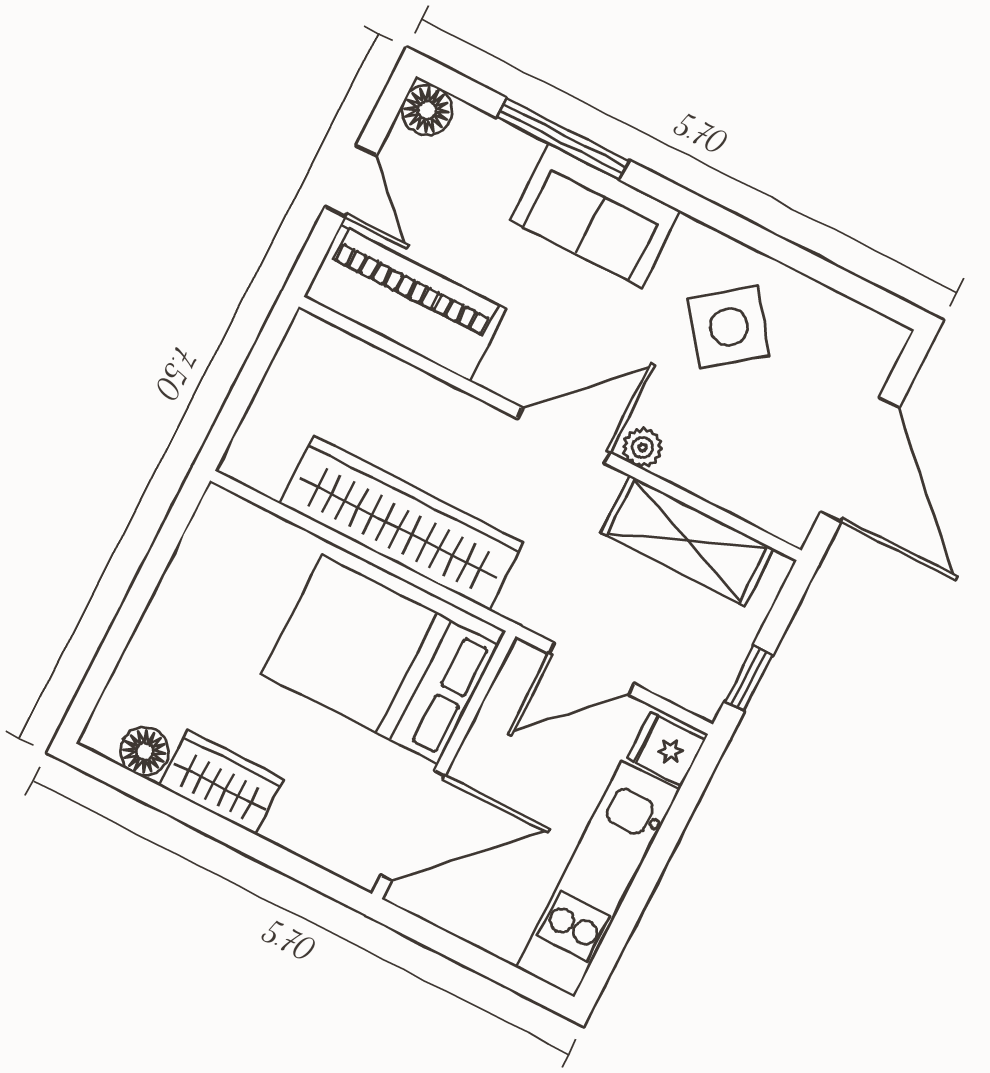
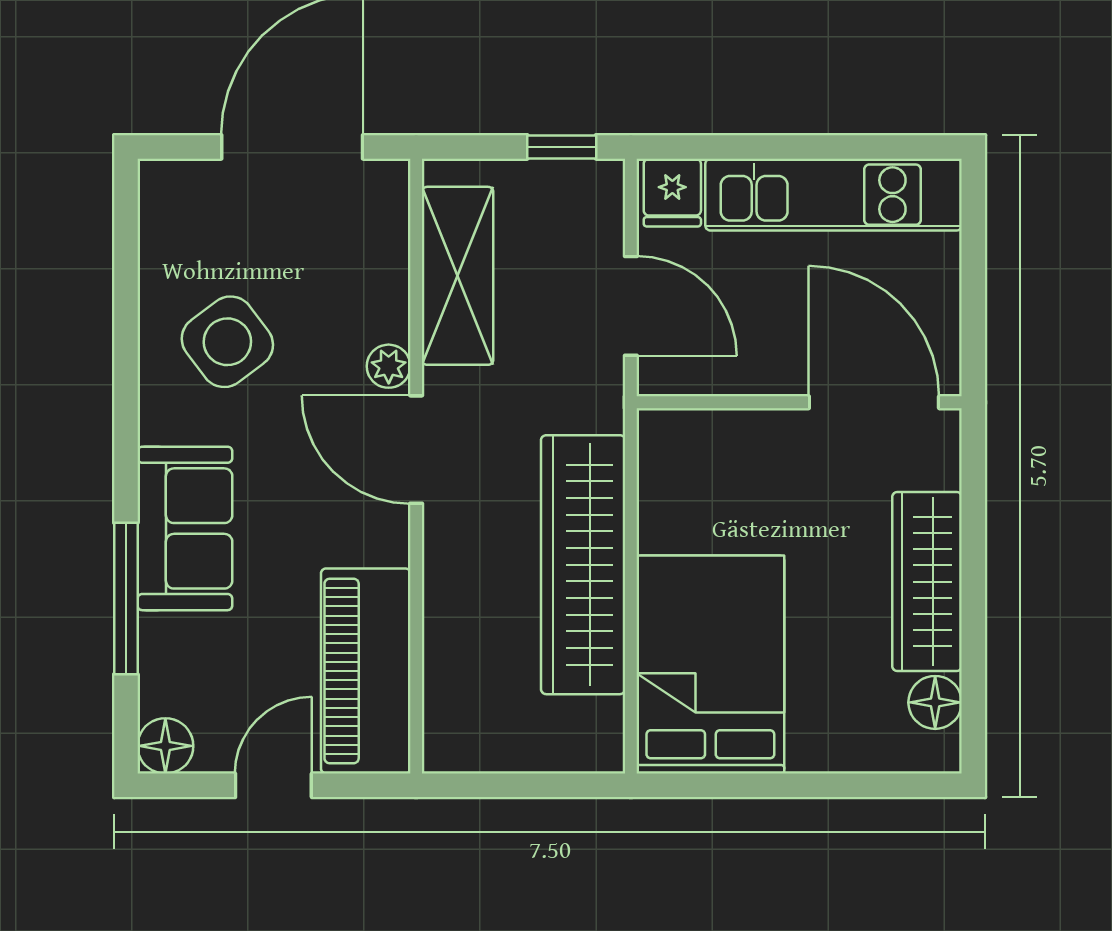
bed: (380, 660) -> (710, 665), moved, turned 180
wardrobe: (222, 782) -> (927, 582), width x1.50

